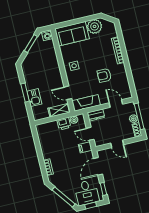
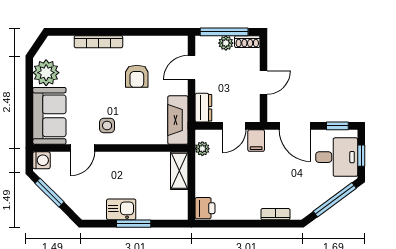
door: (68, 93) -> (82, 148), moved
kitchen sink: (34, 98) -> (121, 209), moved
printer: (64, 124) -> (205, 208), moved

